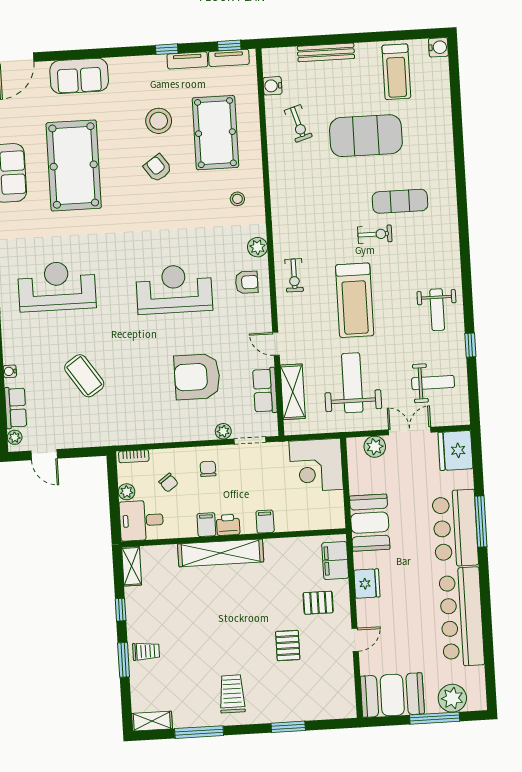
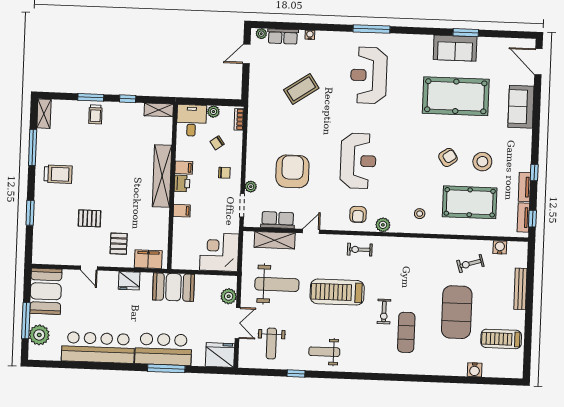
water cooler: (438, 47) -> (475, 370), moved
reception desk: (57, 286) -> (369, 75), turned 180

